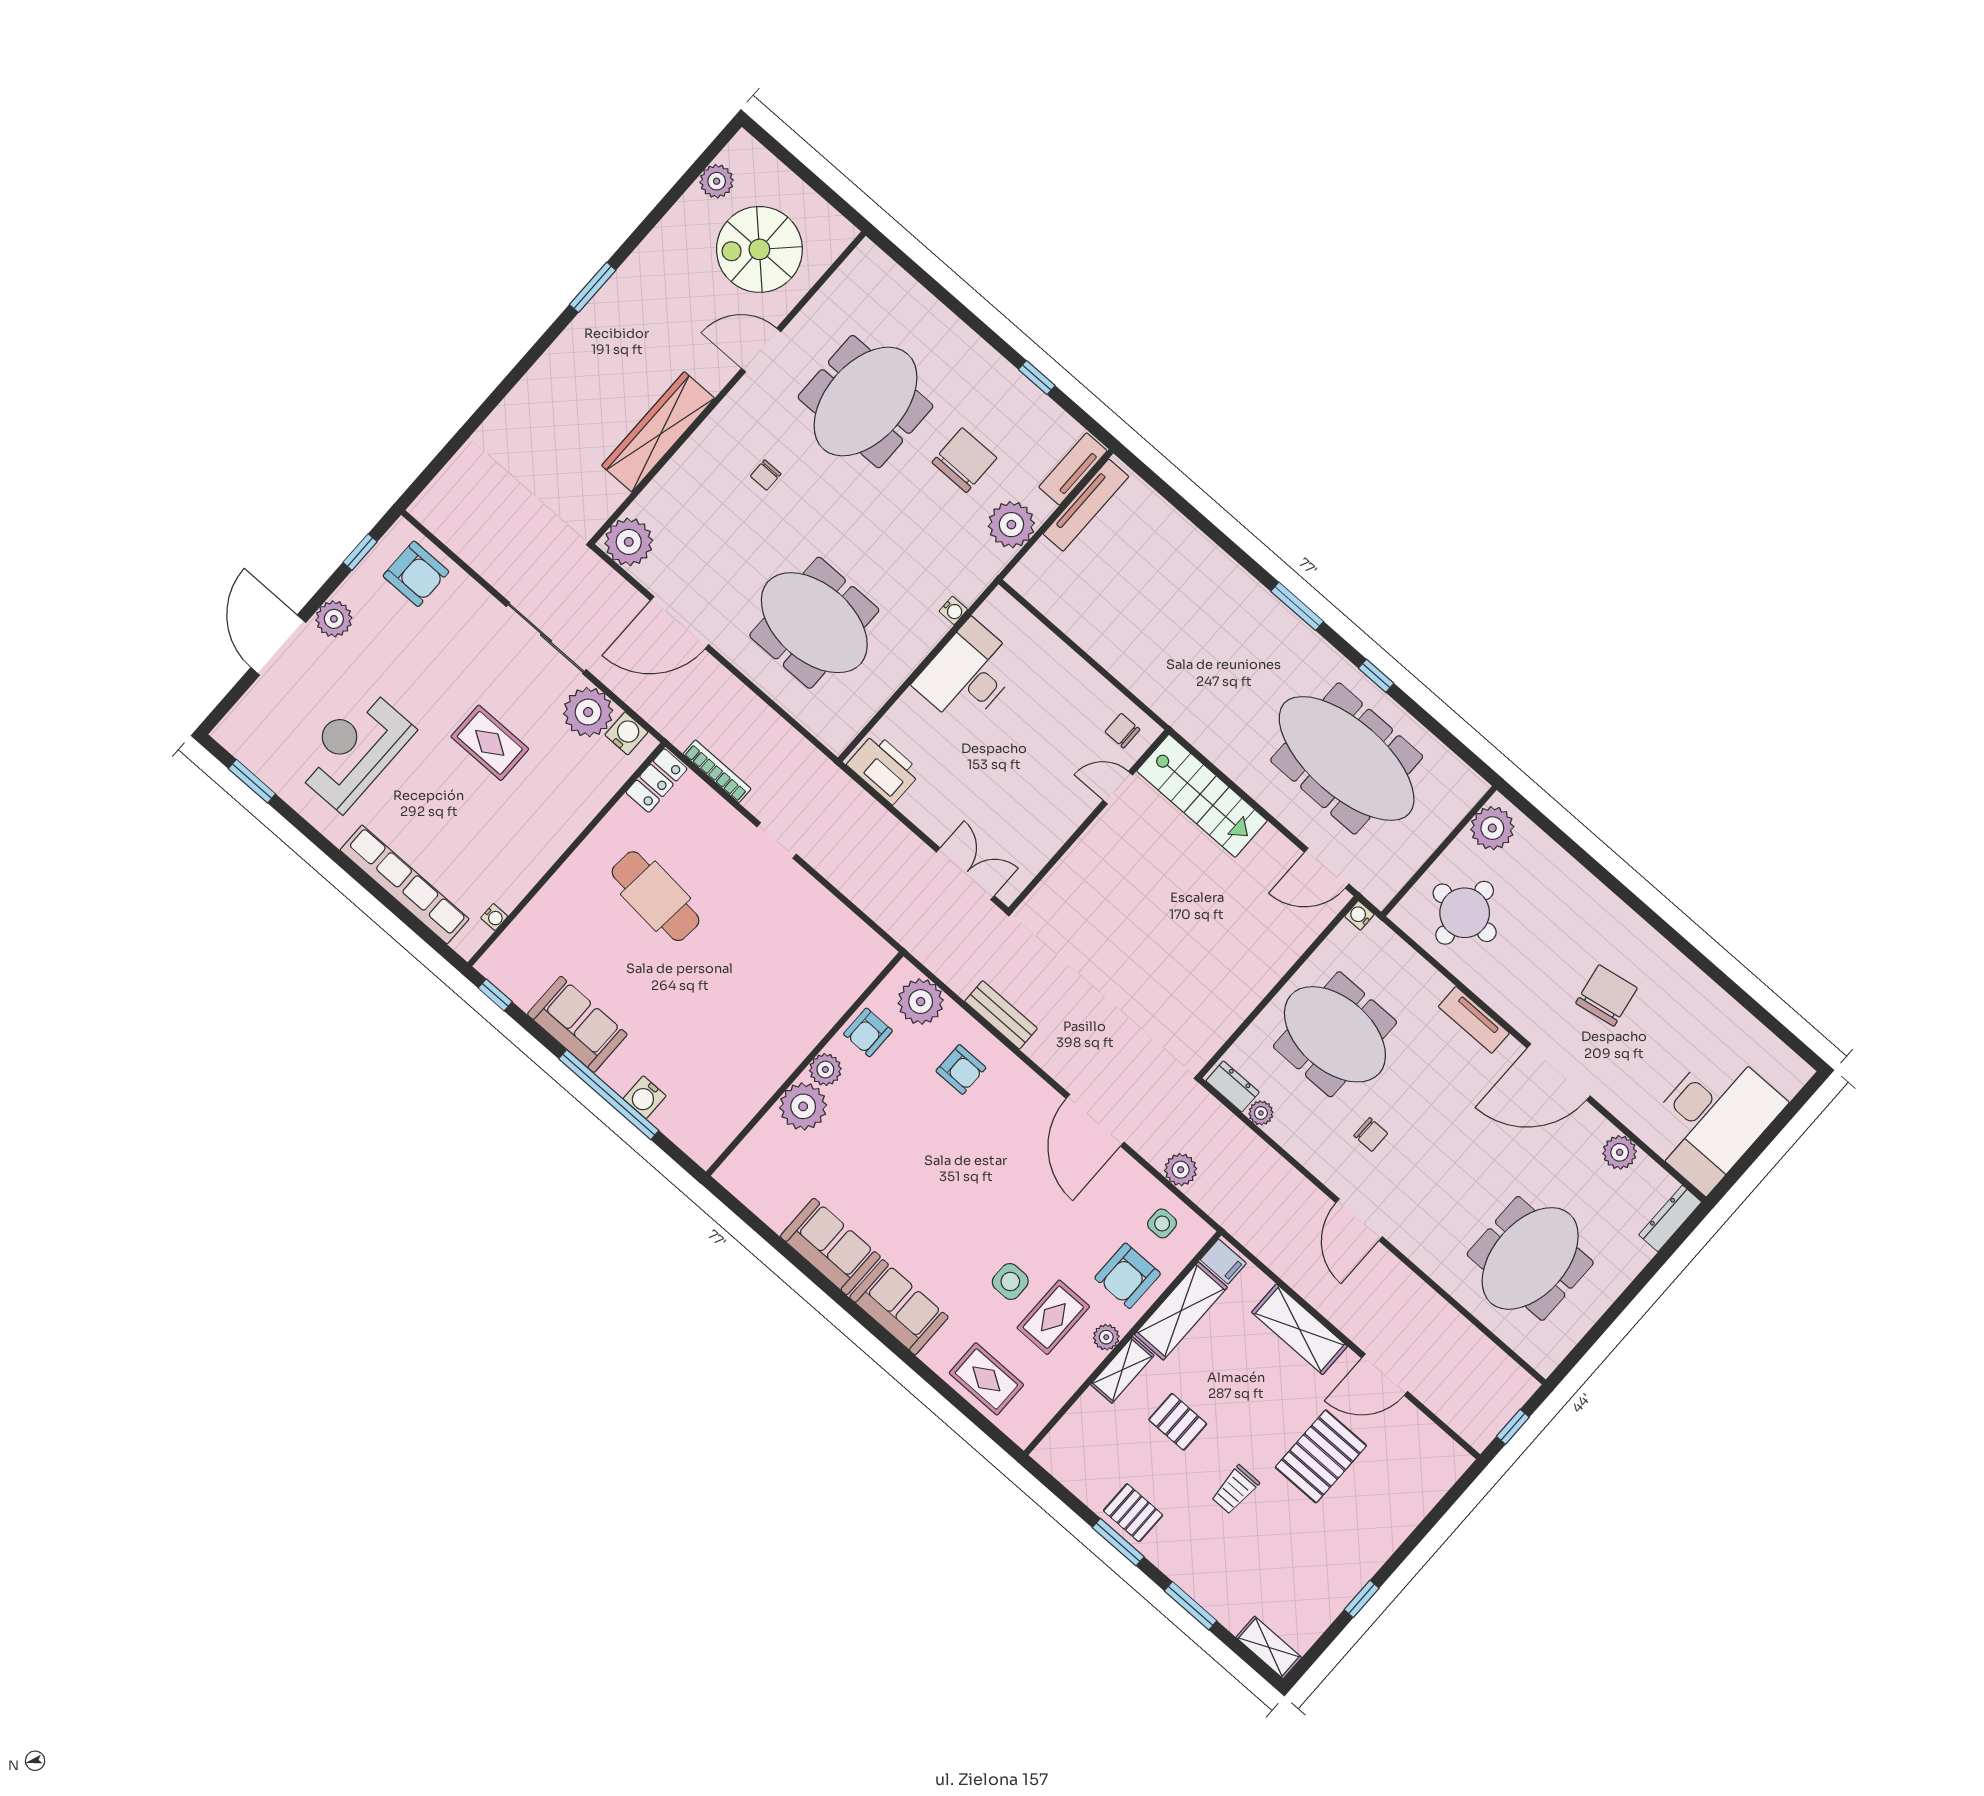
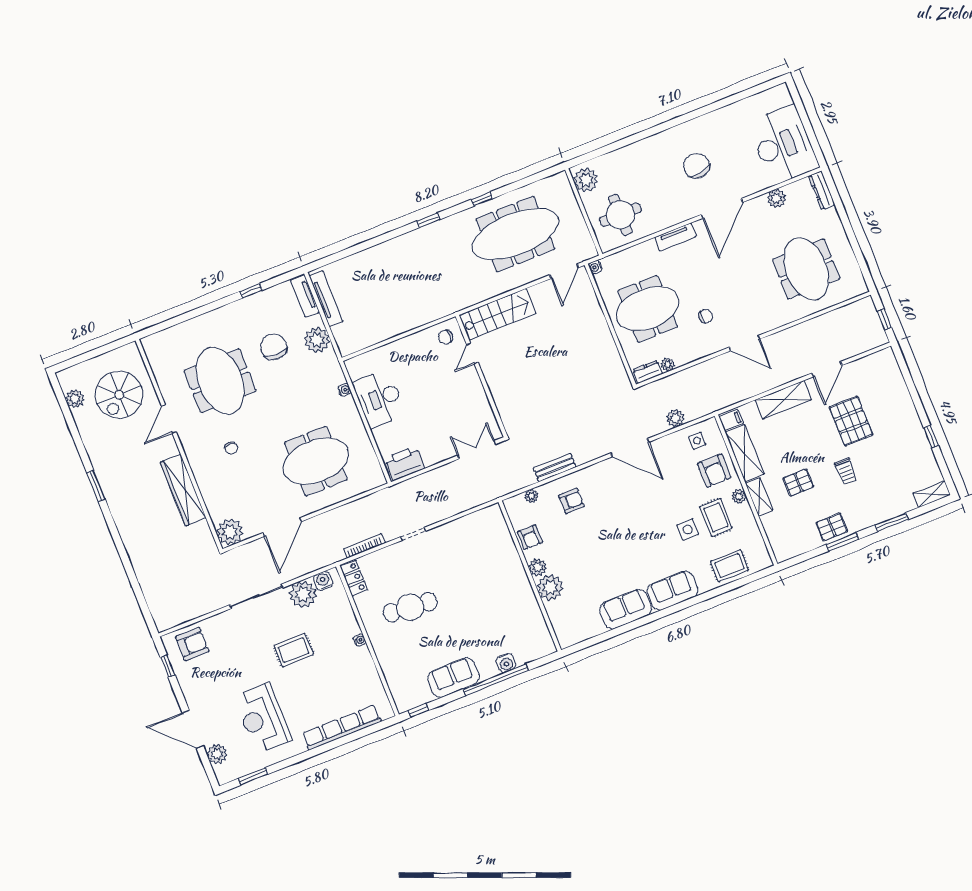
window: (1297, 606) -> (428, 220), width x0.67
plant: (334, 619) -> (217, 754), moved
water cooler: (494, 917) -> (360, 640), moved
plant: (921, 1002) -> (531, 496), width x0.53, depth x0.53

